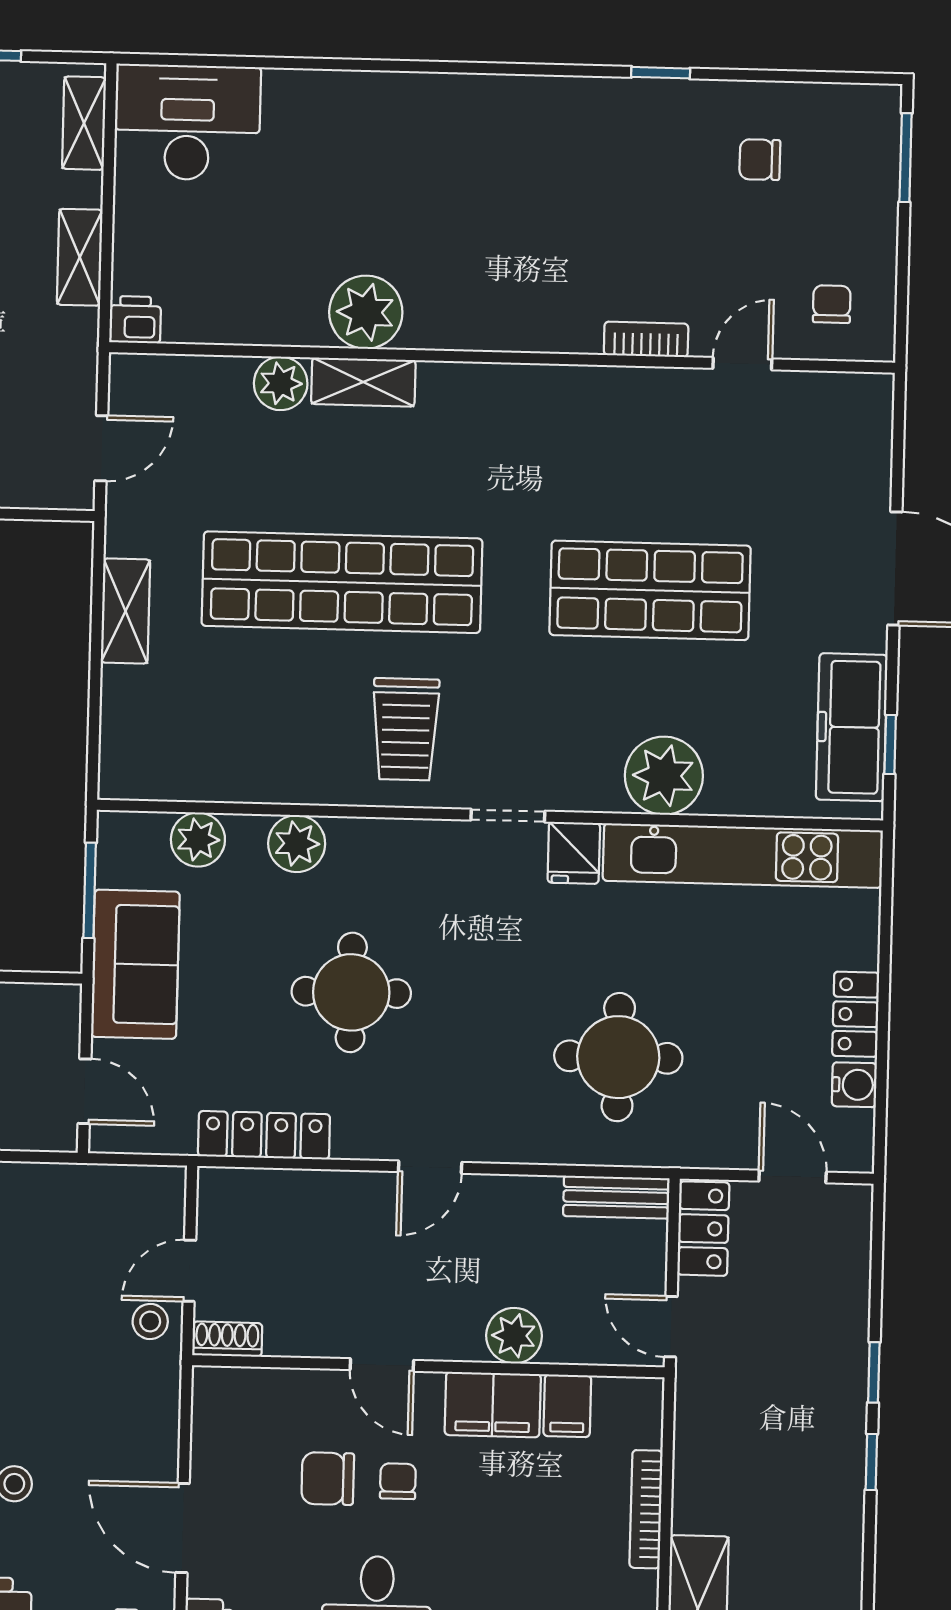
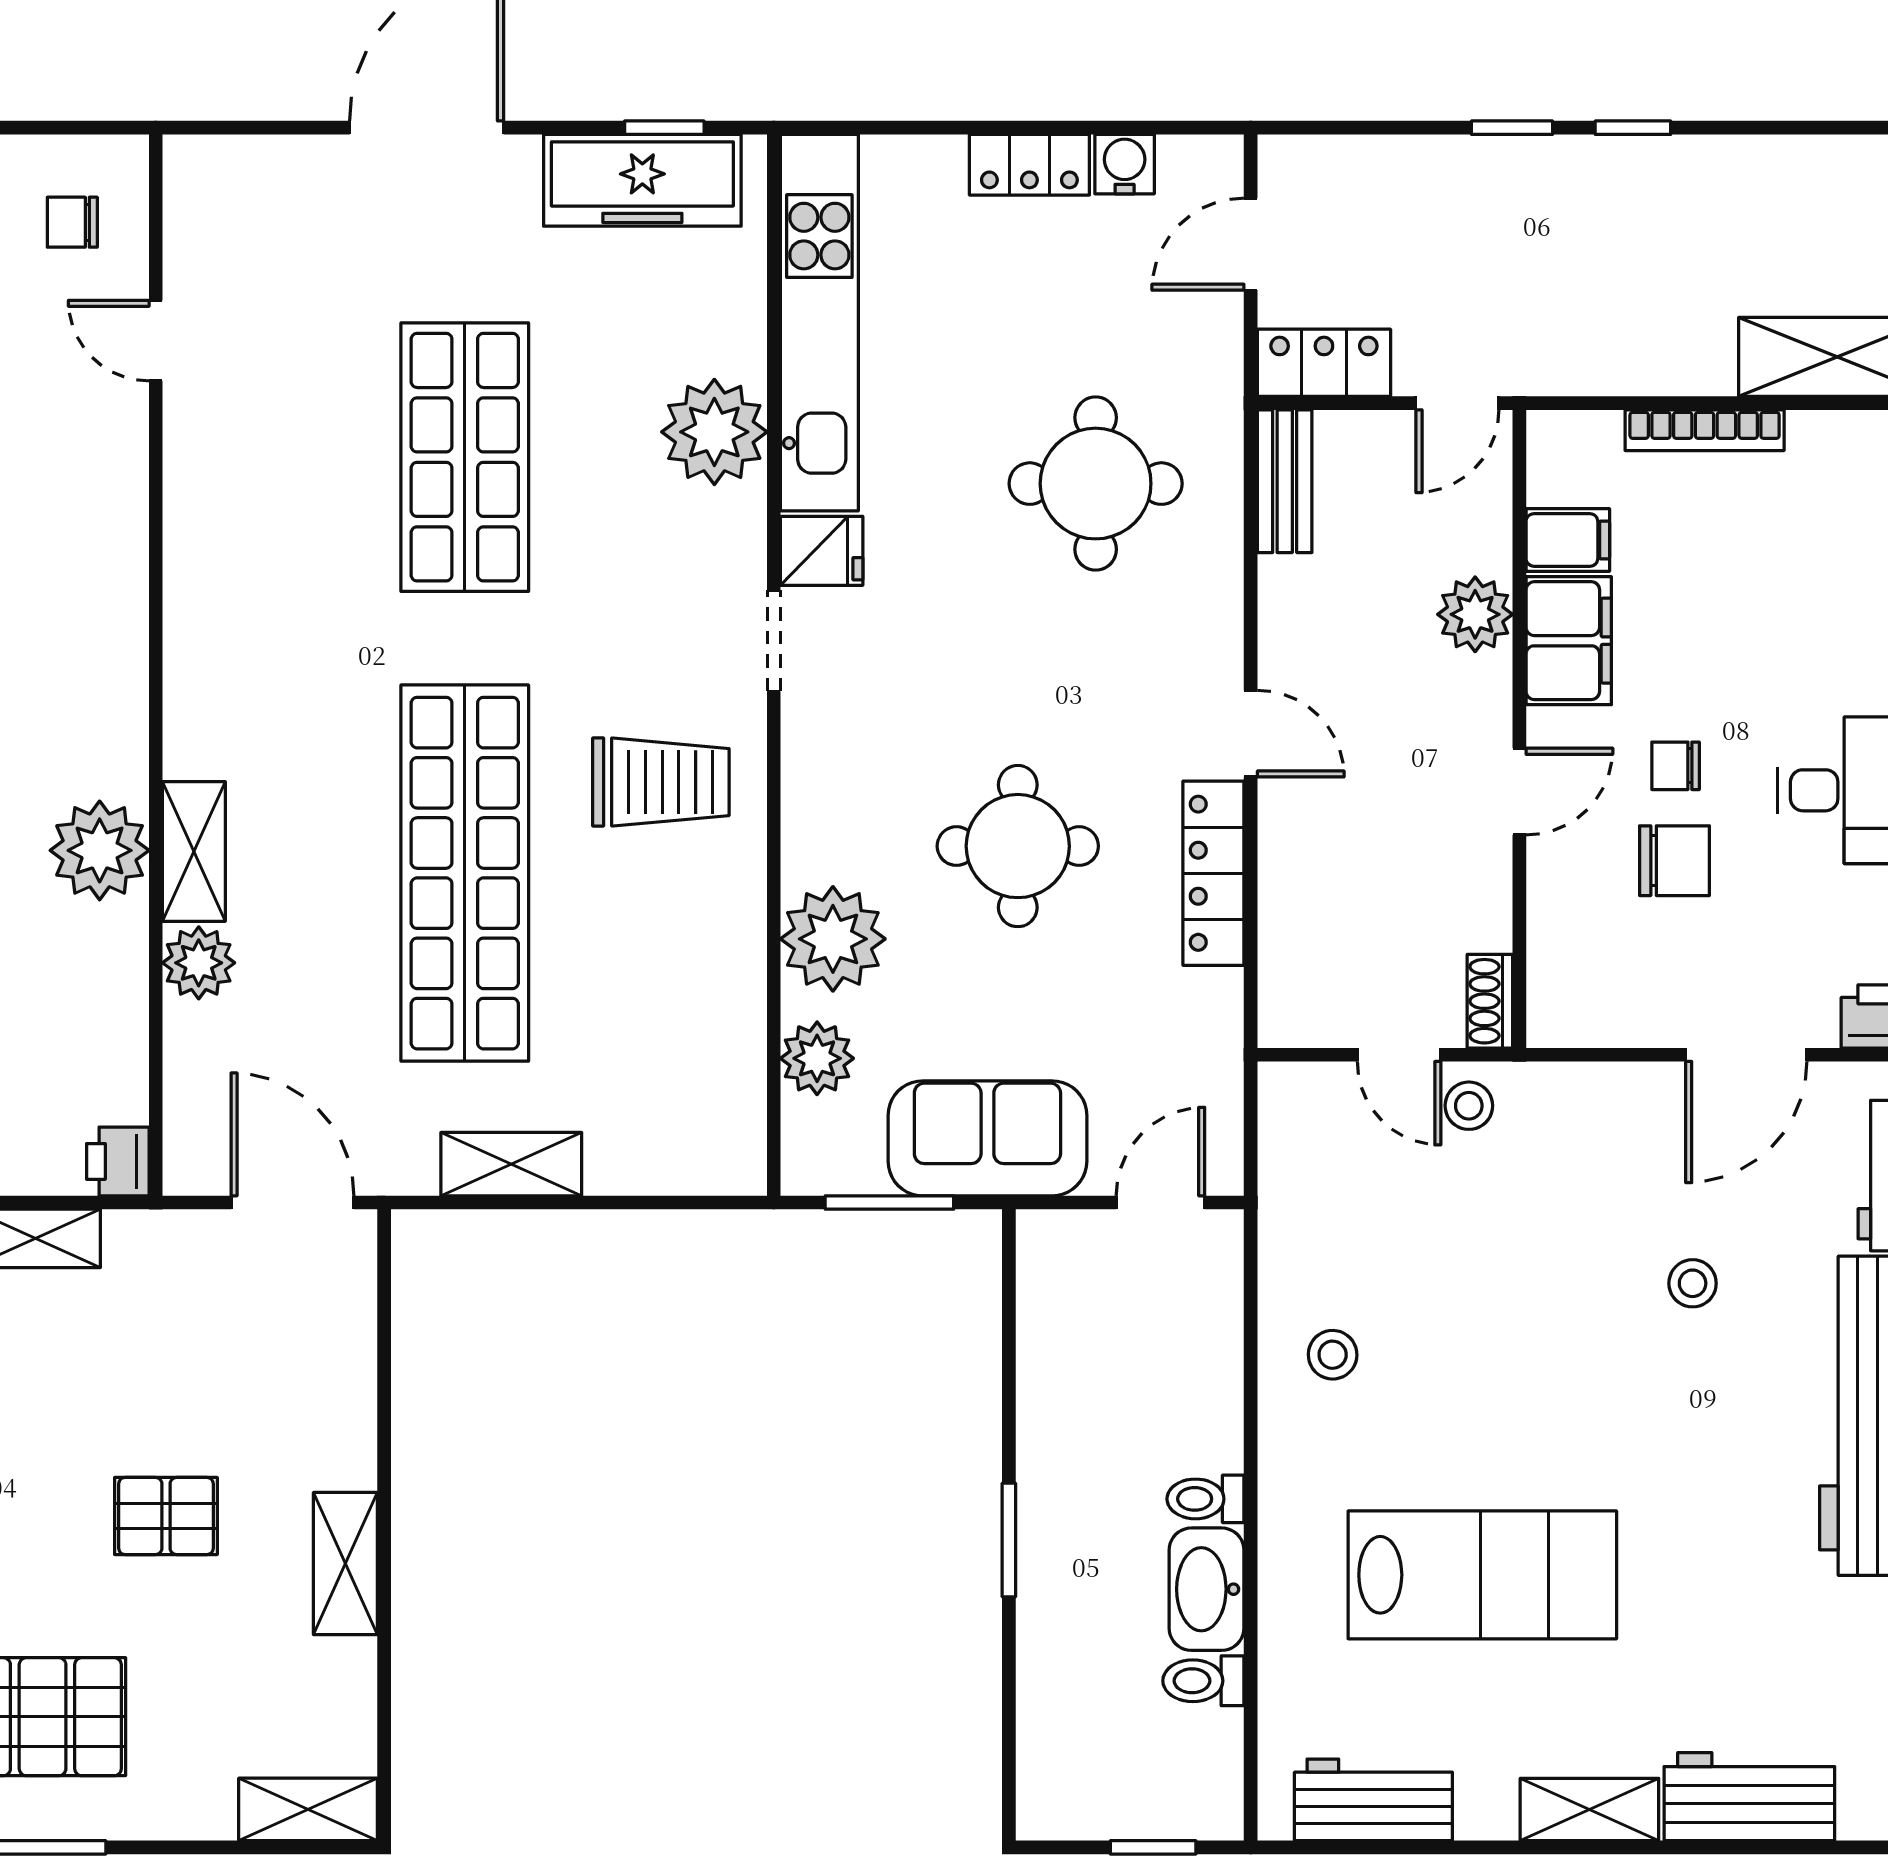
bookcase: (646, 339) -> (126, 471), removed
door: (101, 448) -> (293, 1203), width x1.38
plant: (297, 844) -> (833, 939), width x1.36, depth x1.36
locker: (264, 1135) -> (1213, 873), moved
chair: (328, 1479) -> (1675, 861), turned -90

